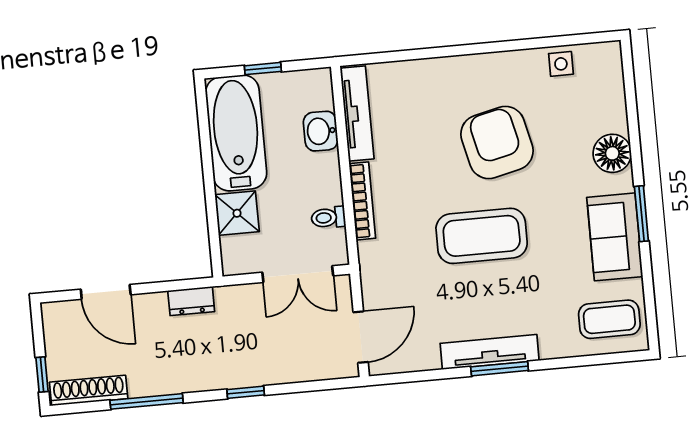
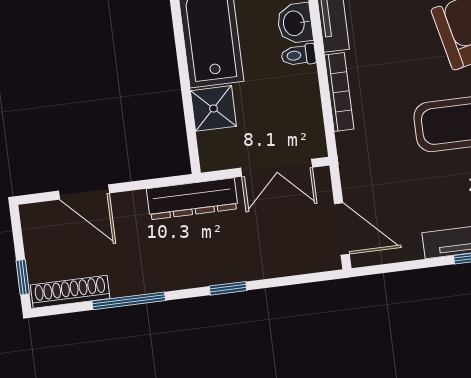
toilet: (328, 218) -> (299, 55), moved
dresser: (191, 301) -> (192, 199), width x1.96, depth x1.24
door: (361, 337) -> (342, 229), hinge flipped

